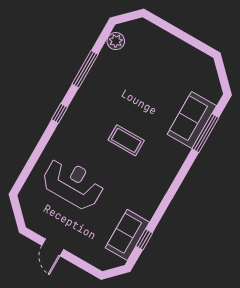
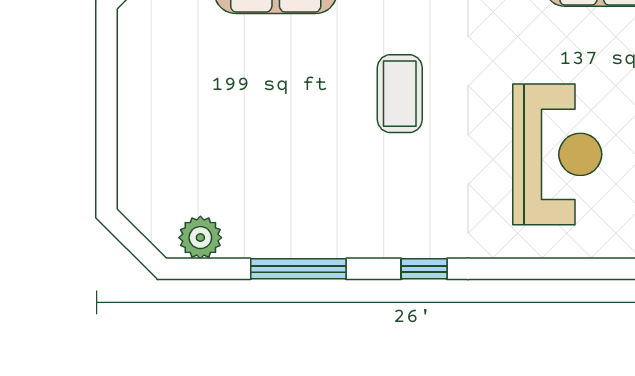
reception desk: (73, 183) -> (557, 154), turned 180

